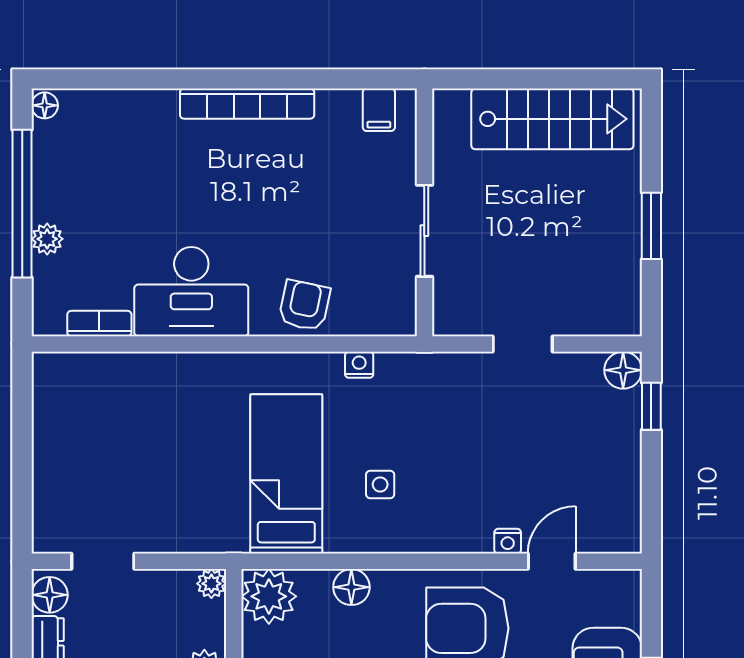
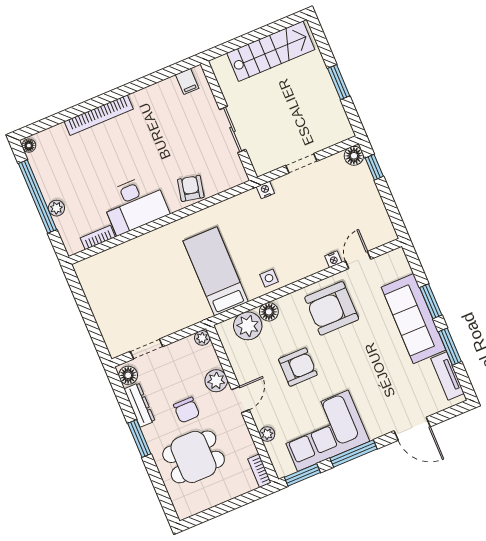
bookcase: (247, 104) -> (99, 115), moved
nightstand: (359, 365) -> (265, 190), moved
side table: (380, 484) -> (269, 278), moved
plant: (269, 596) -> (248, 326), moved

